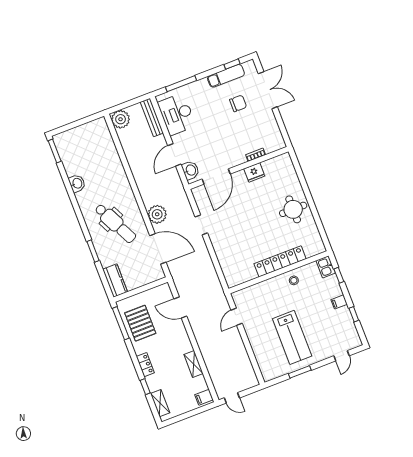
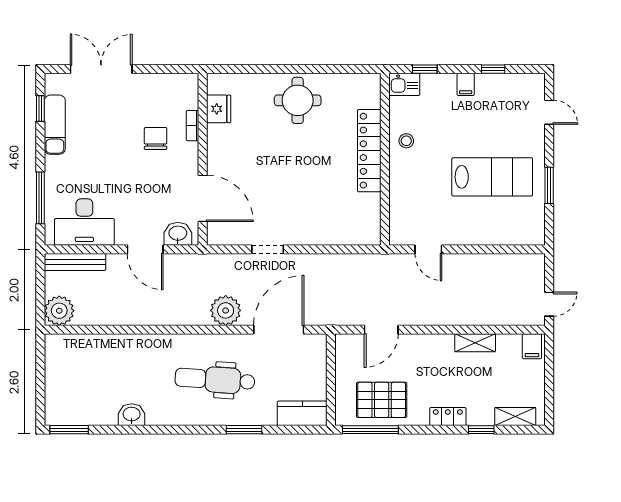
chair: (238, 103) -> (156, 138), moved
fridge: (254, 172) -> (219, 109), moved
dental chair: (115, 223) -> (215, 380), turned -150

